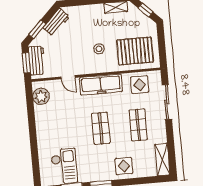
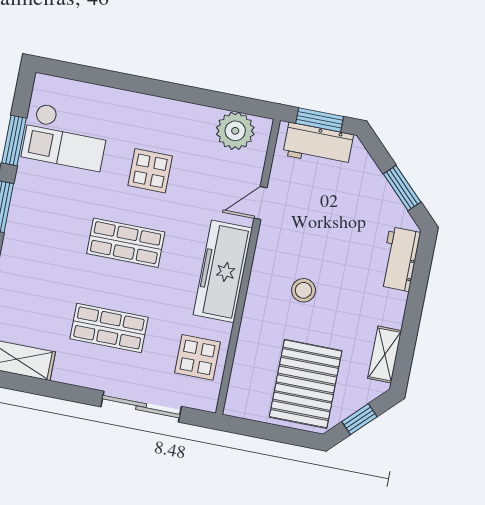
workbench: (56, 22) -> (400, 259), moved, turned 45
window: (37, 29) -> (402, 188), moved
pallet: (135, 51) -> (306, 384), moved
display table: (124, 166) -> (150, 171), moved

